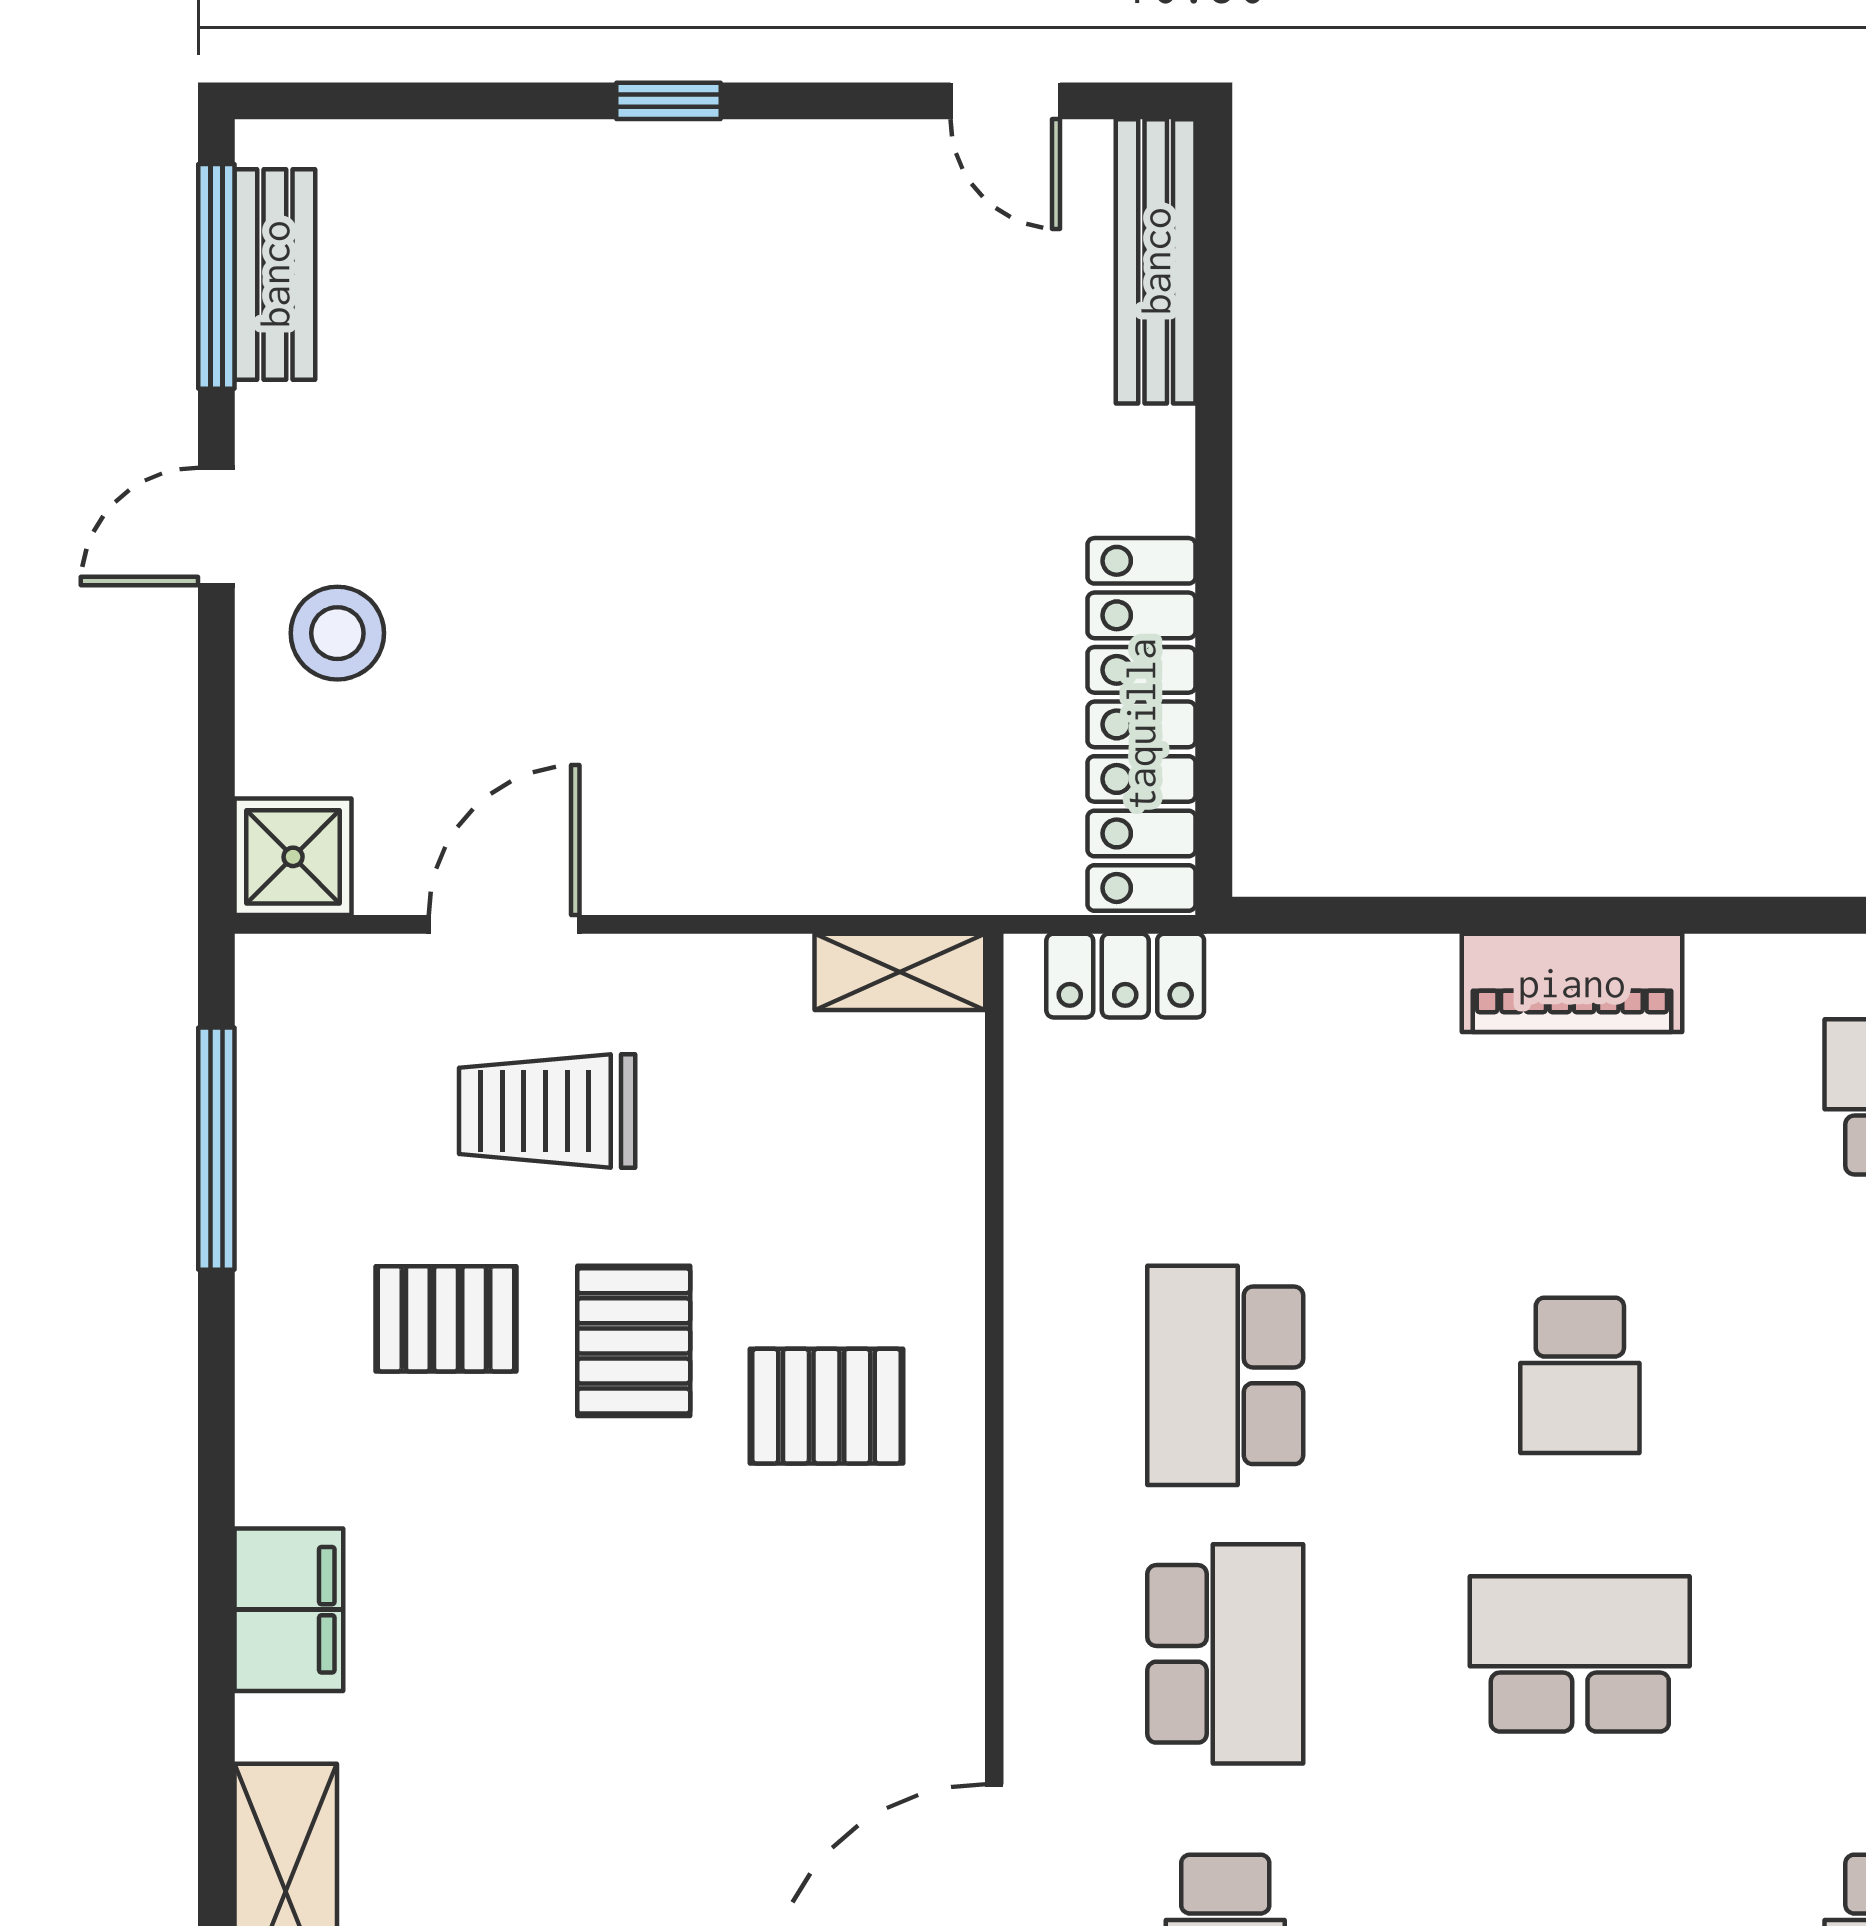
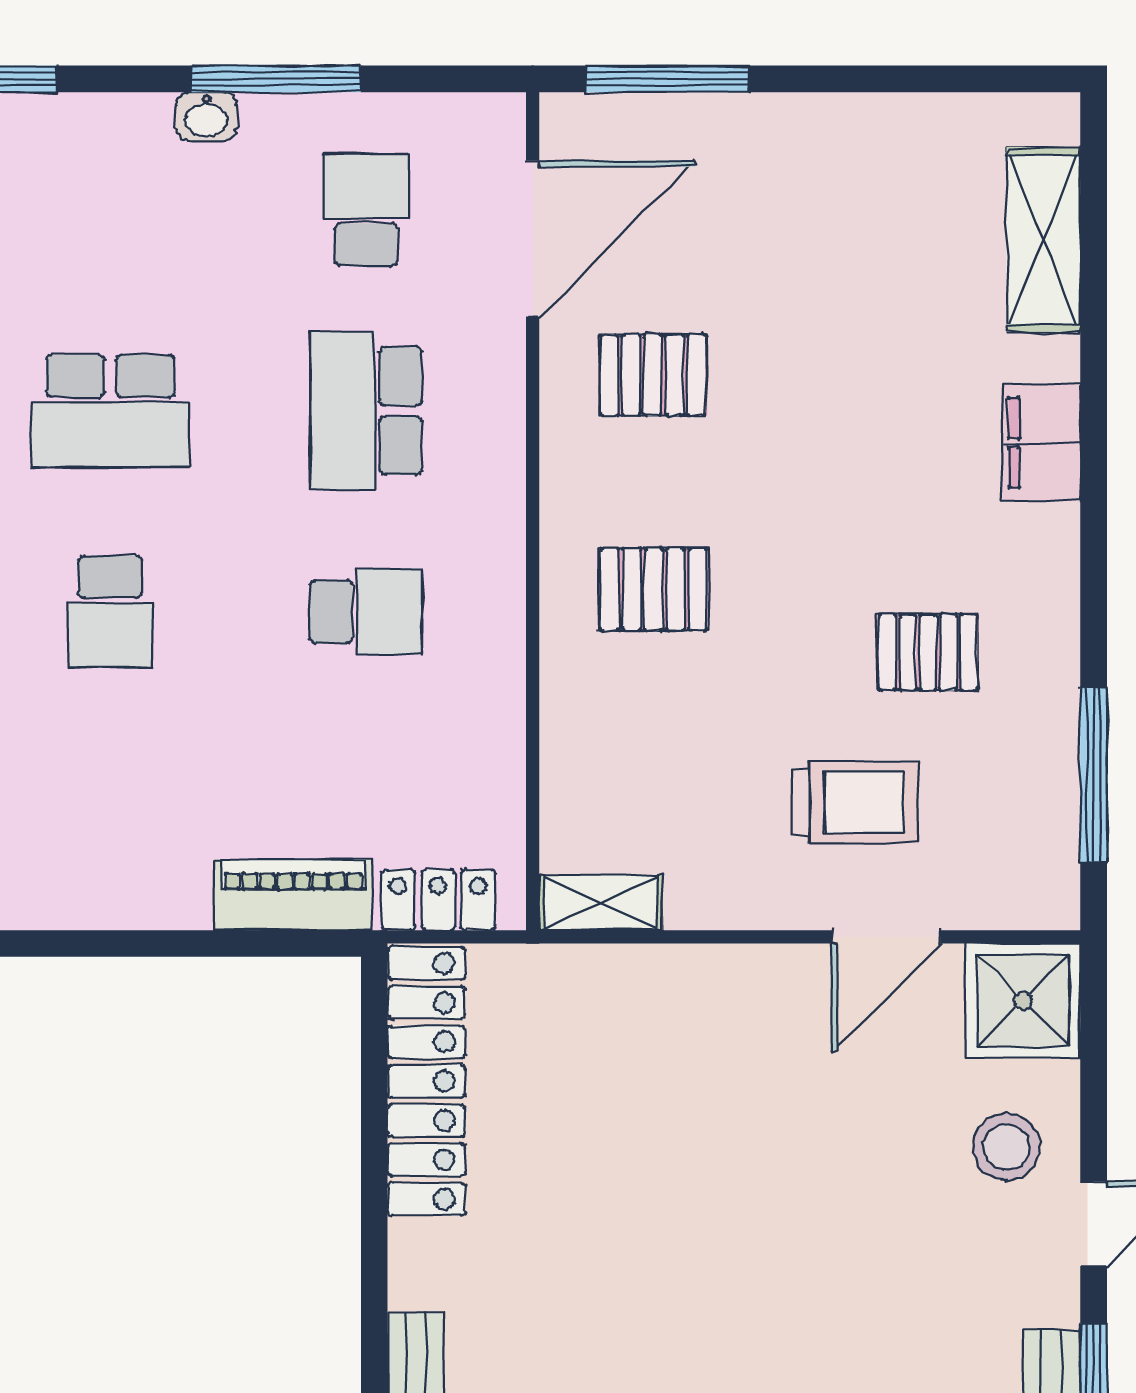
shower: (293, 857) -> (1023, 1001), width x1.36, depth x1.36
piano: (1572, 983) -> (293, 895), moved
pallet: (634, 1341) -> (653, 375), moved, turned 90
school desk: (1225, 1375) -> (366, 612), width x0.54
school desk: (1580, 1375) -> (110, 612), turned 180

